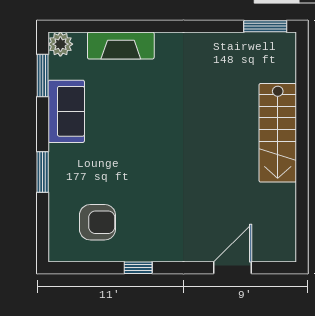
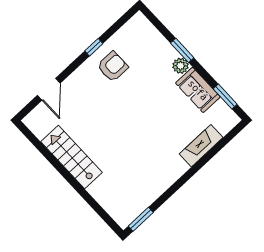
plant: (60, 44) -> (180, 66), moved
stairs: (278, 133) -> (71, 157), moved
armchair: (97, 222) -> (113, 67), moved, turned 180

